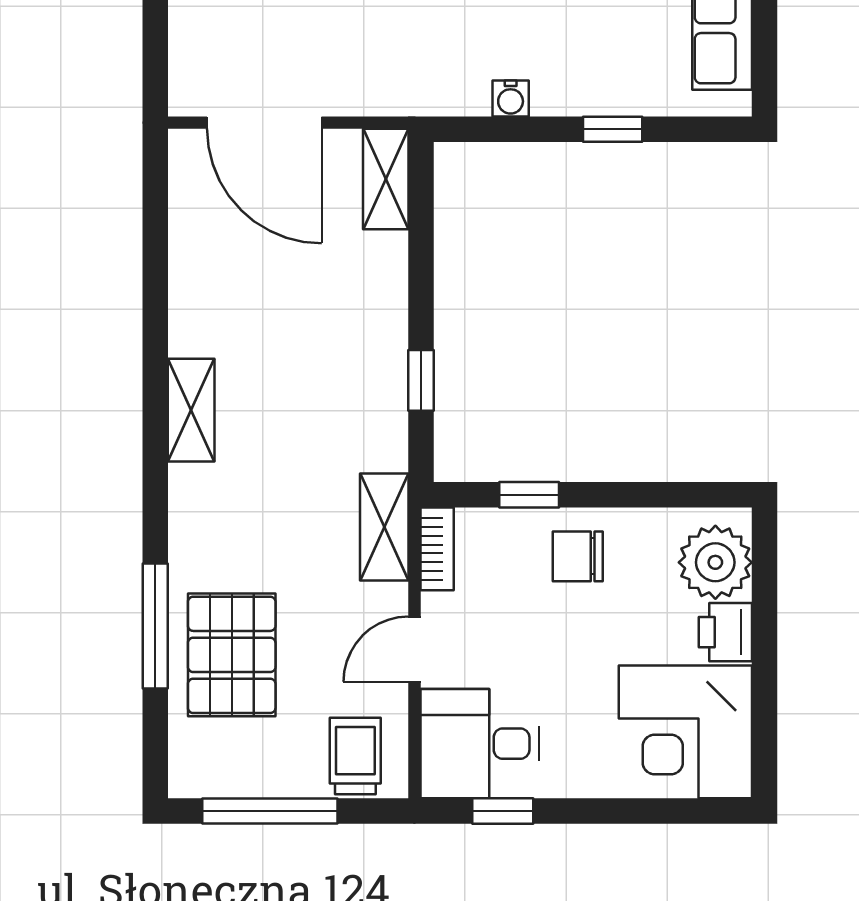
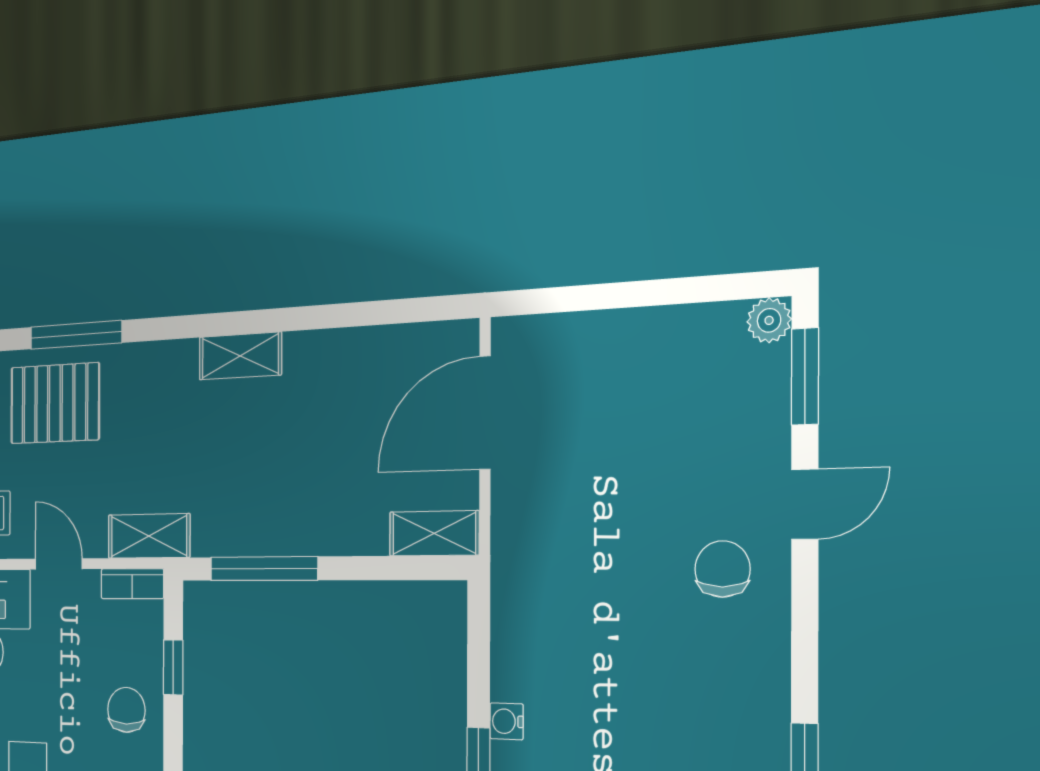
water cooler: (511, 98) -> (507, 721), moved
window: (421, 380) -> (264, 569), width x2.17

